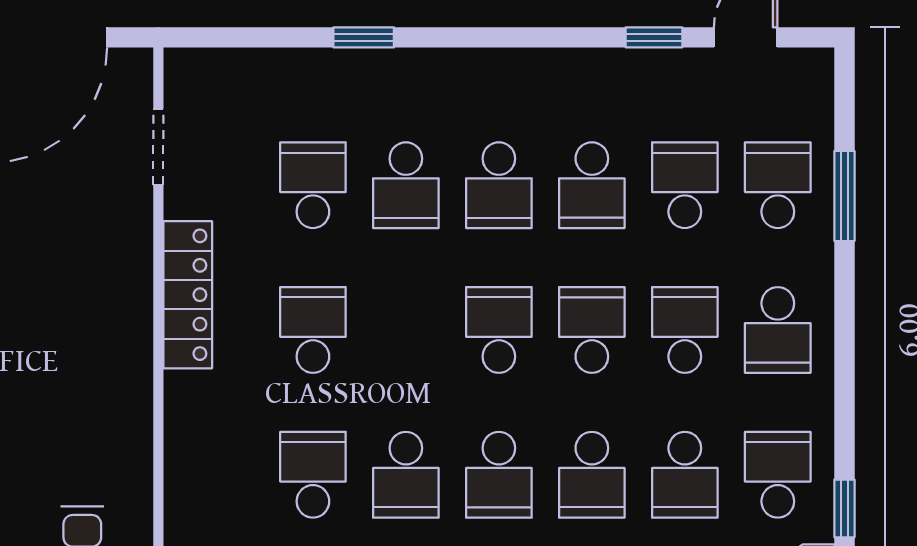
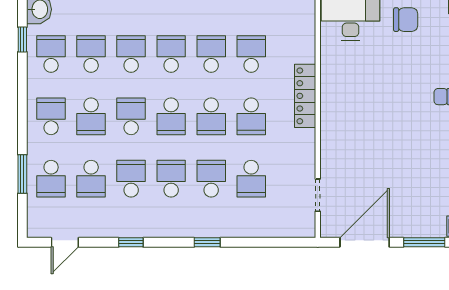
window: (364, 37) -> (207, 242), moved
window: (654, 37) -> (131, 242), moved
locker: (188, 295) -> (305, 96), moved
school desk: (406, 330) -> (211, 116), added
school desk: (592, 330) -> (131, 116), turned 180
school desk: (313, 475) -> (251, 54), turned 180
school desk: (778, 475) -> (51, 54), turned 180

